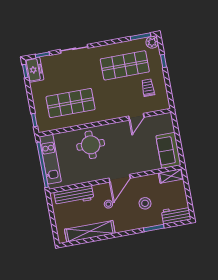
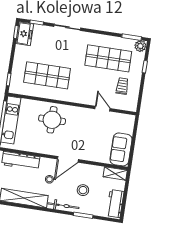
door: (136, 117) -> (103, 109), swing flipped
workbench: (176, 215) -> (115, 204), moved, turned -90
bicycle: (131, 225) -> (63, 206), added

